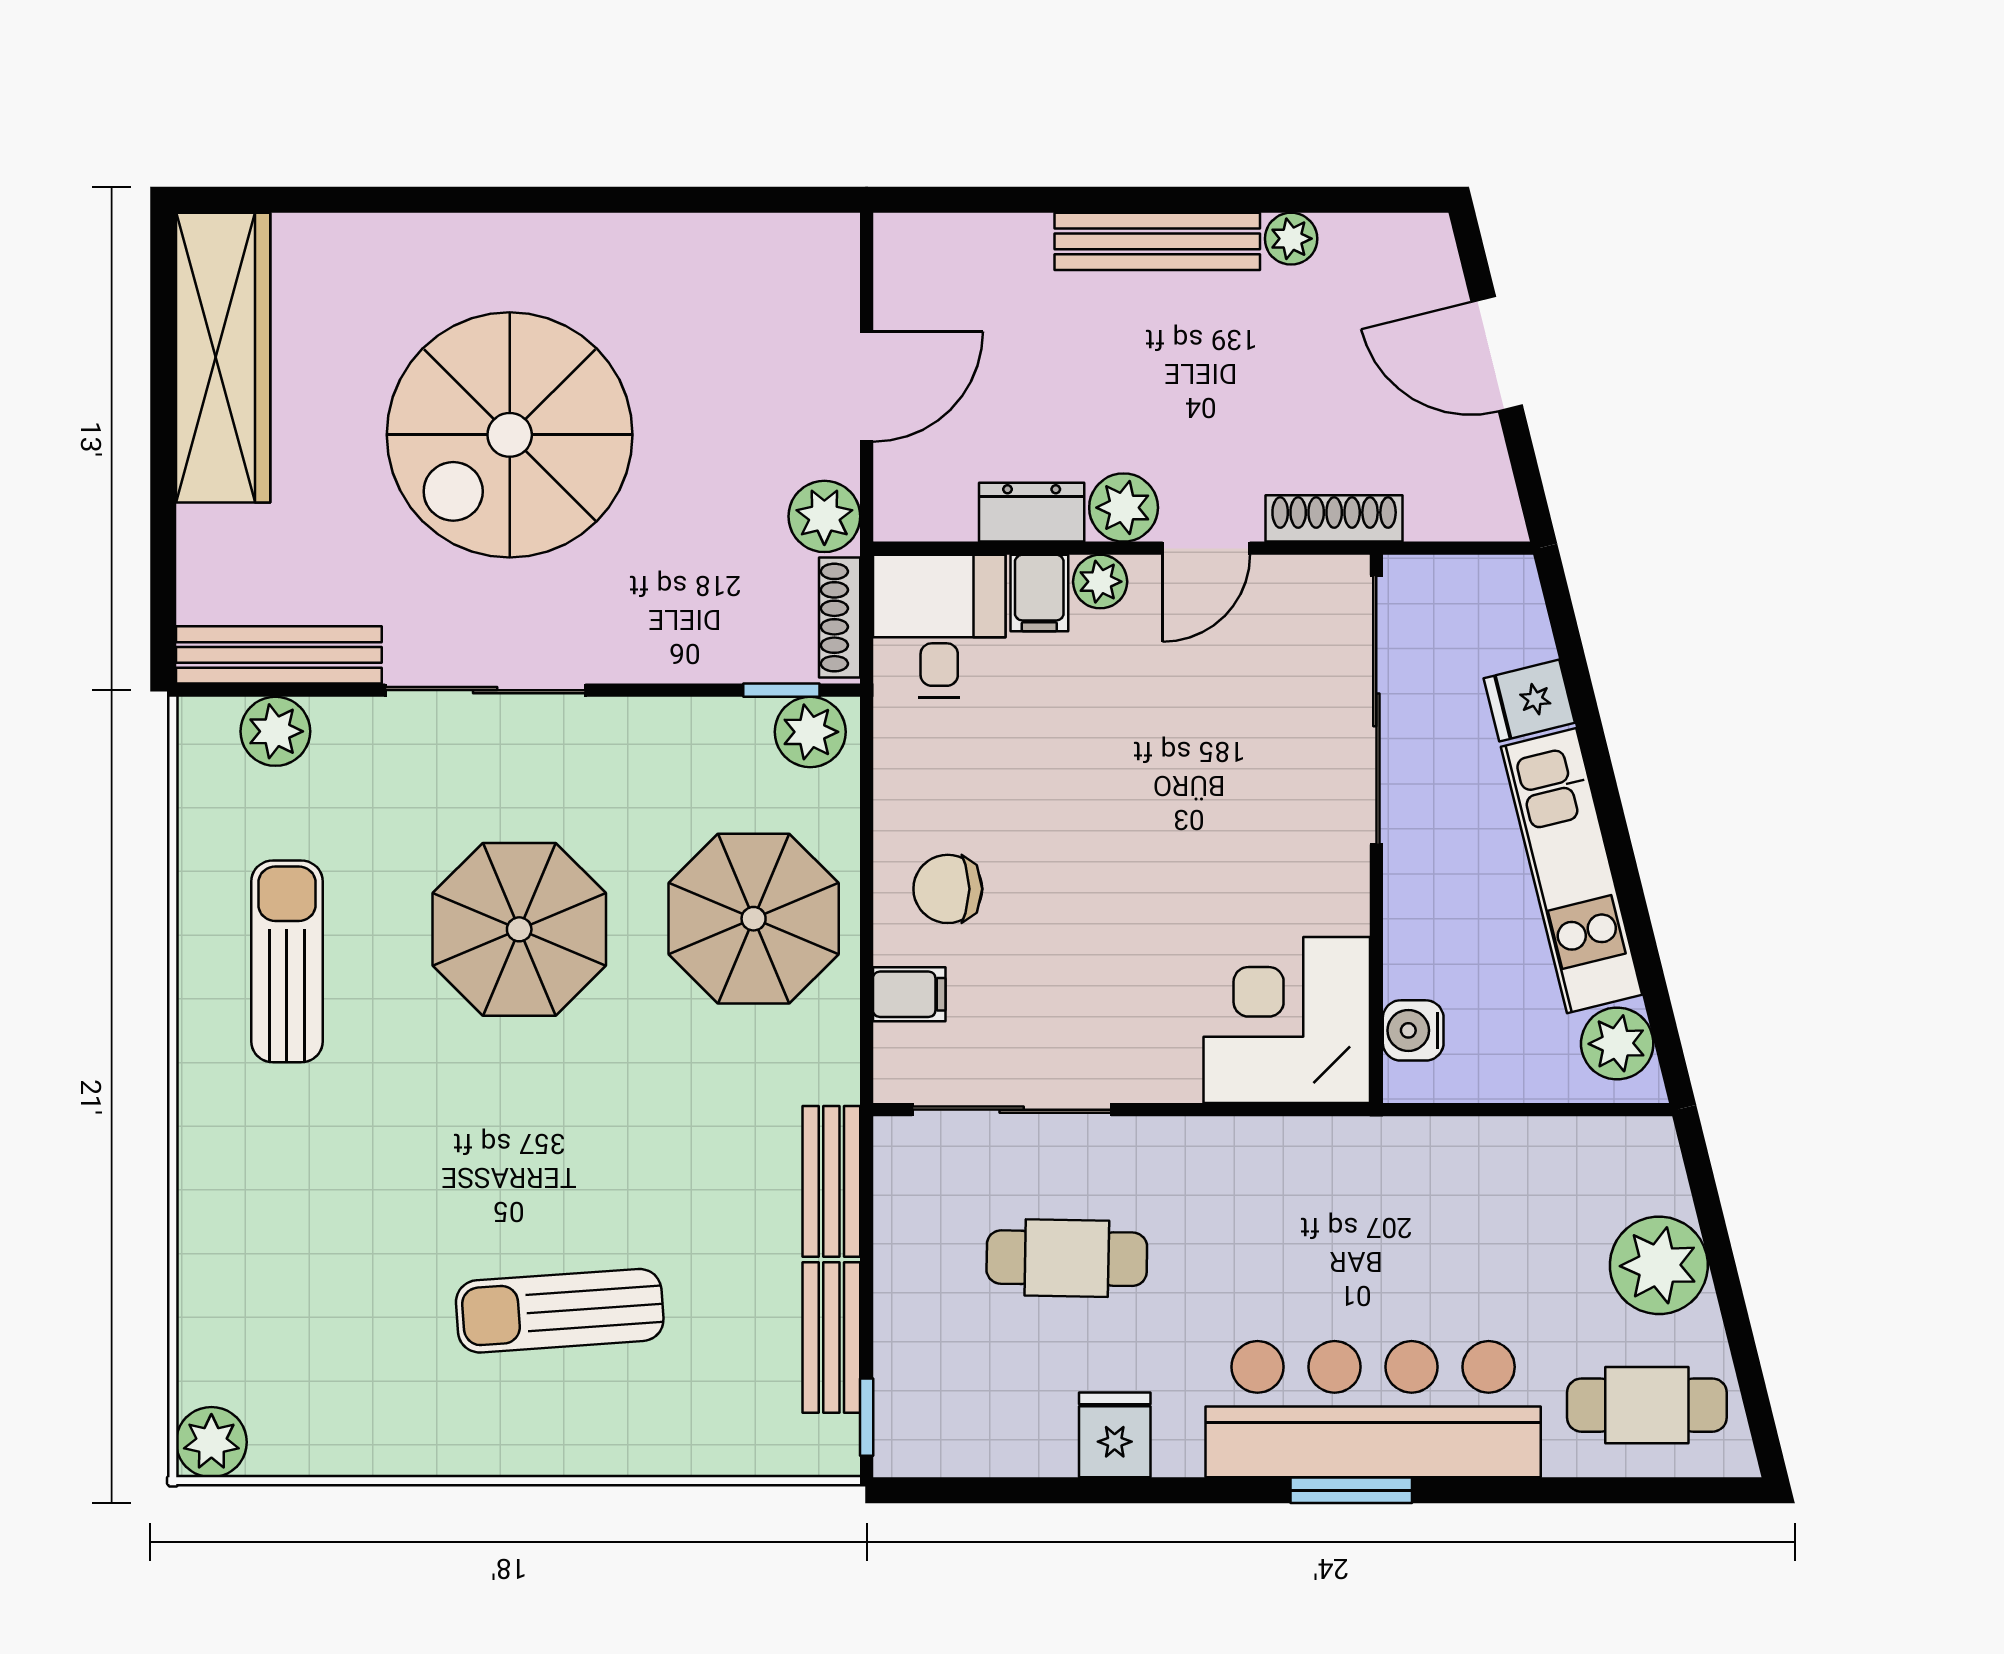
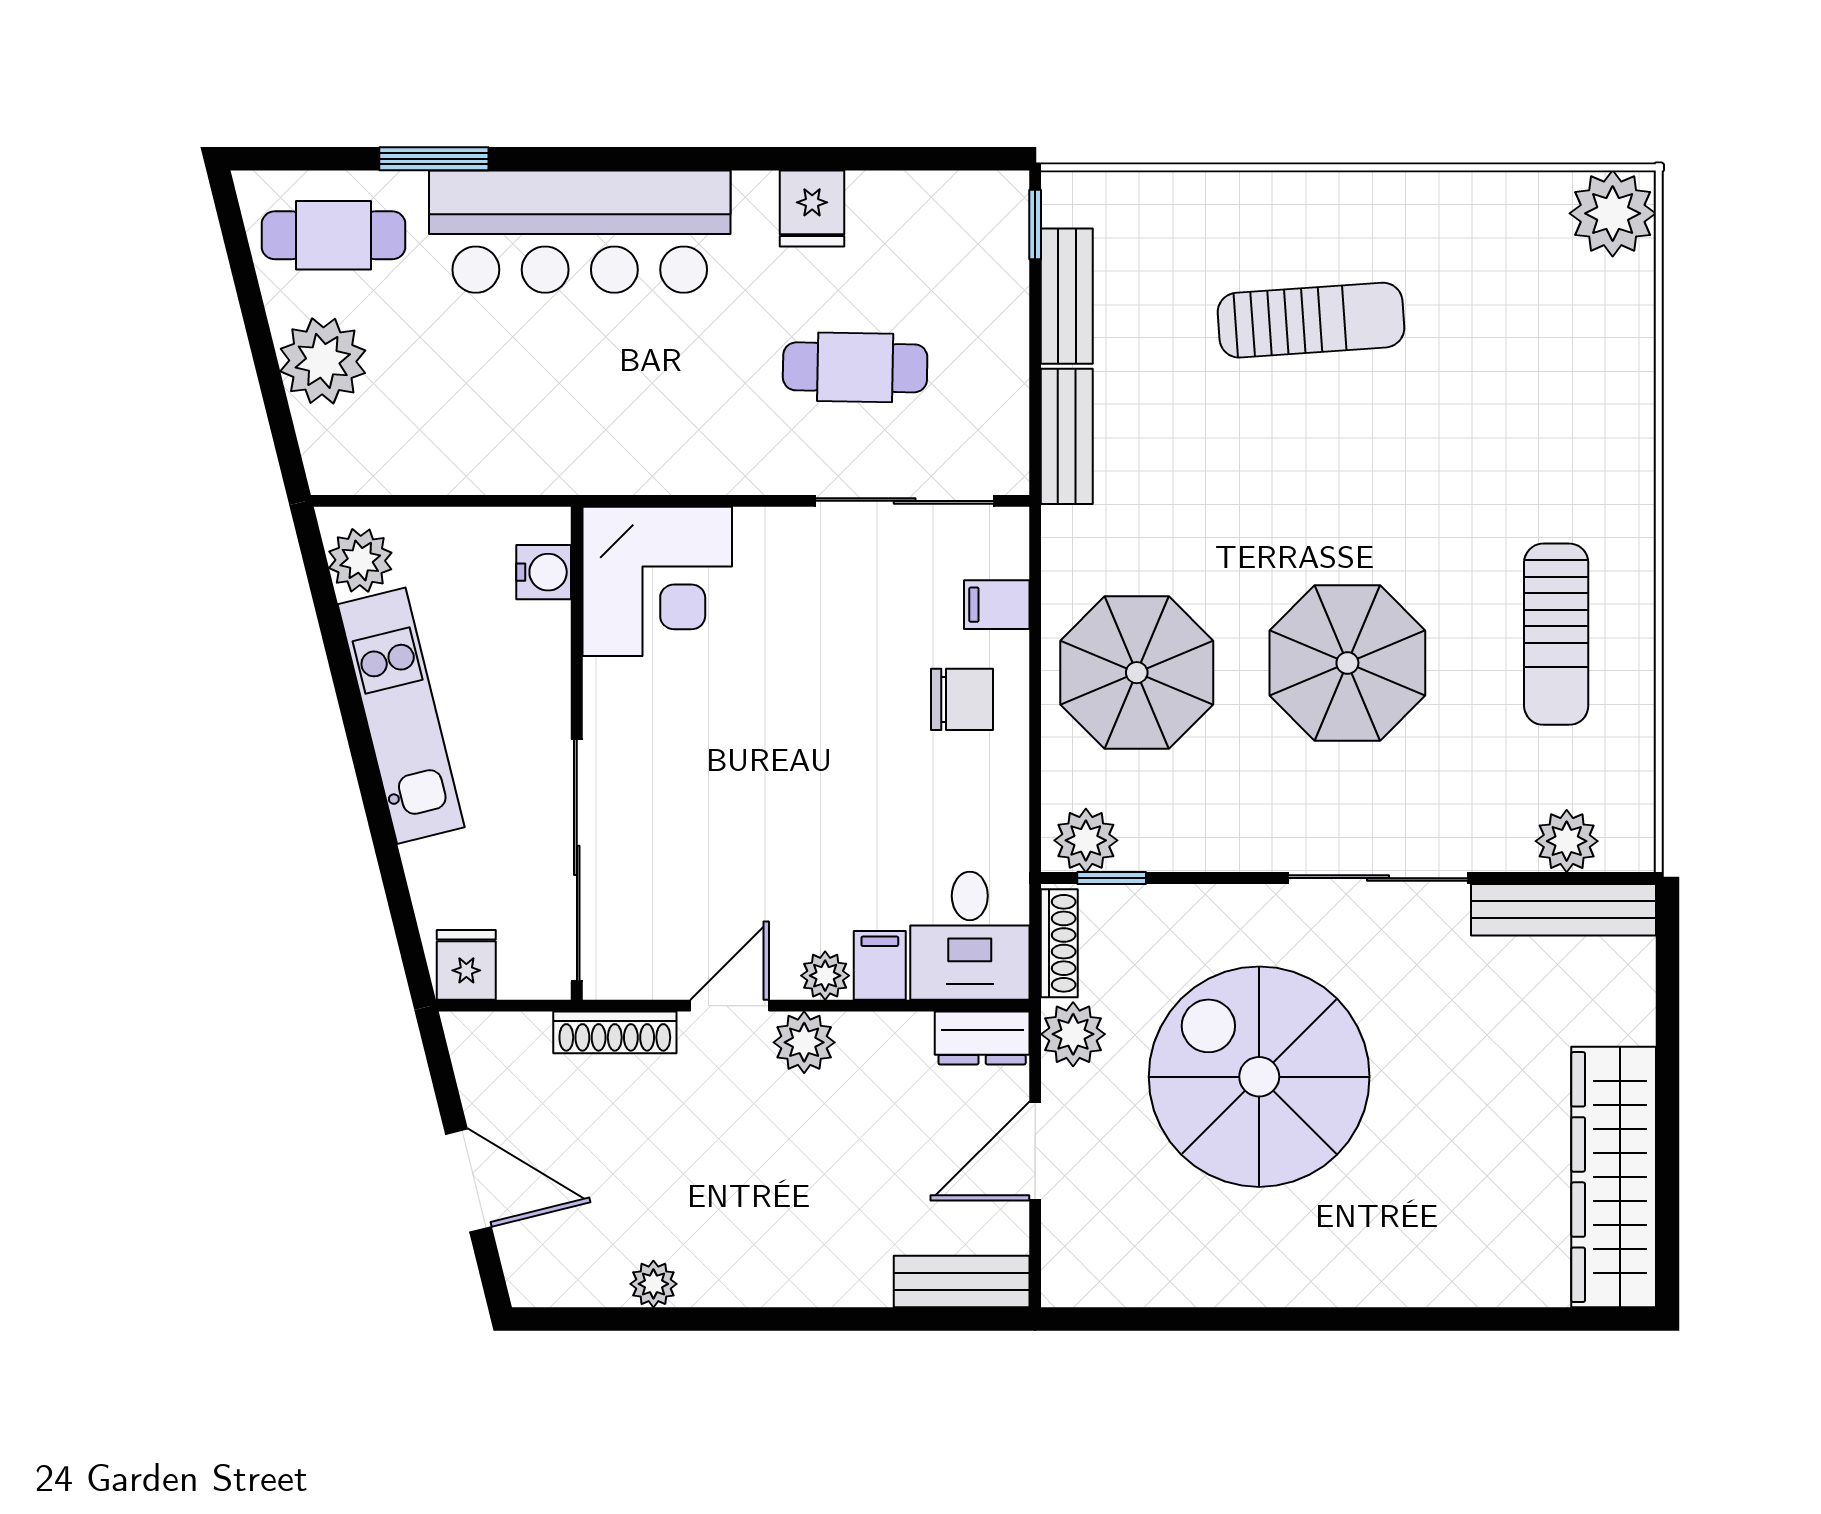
bench: (1157, 241) -> (962, 1282), moved, width x0.73
spiral stairs: (510, 435) -> (1259, 1077), moved, turned -90
dresser: (1032, 512) -> (982, 1038), moved
fridge: (1529, 701) -> (466, 965), moved, turned -76
plant: (211, 1442) -> (1613, 213), width x1.36, depth x1.36
window: (1351, 1490) -> (434, 159), moved

